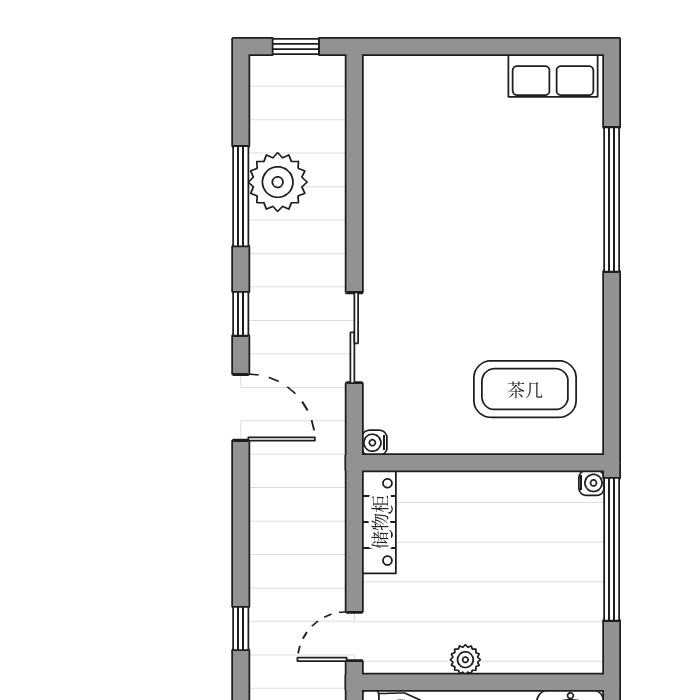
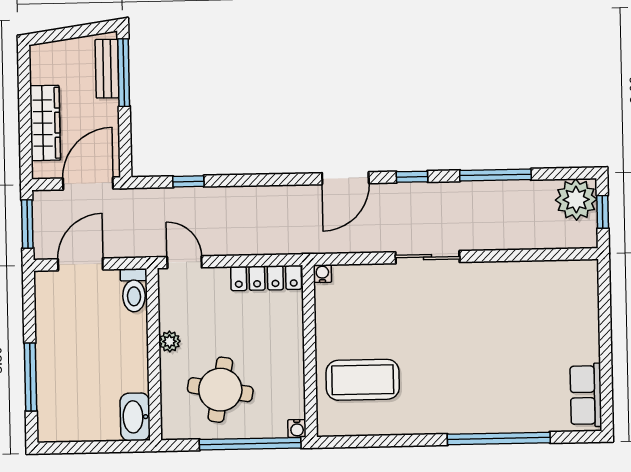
plant: (278, 182) -> (576, 200), moved
sliding door: (354, 338) -> (428, 257), moved
coffee table: (525, 389) -> (363, 380), turned 90
round table: (535, 590) -> (220, 390), added

